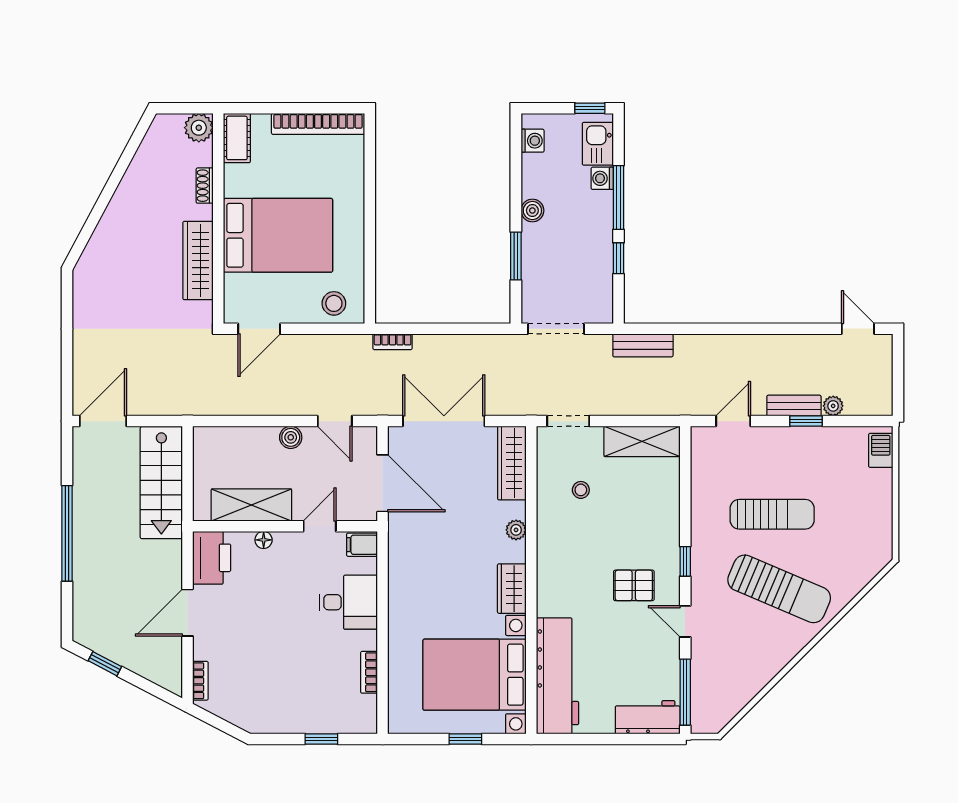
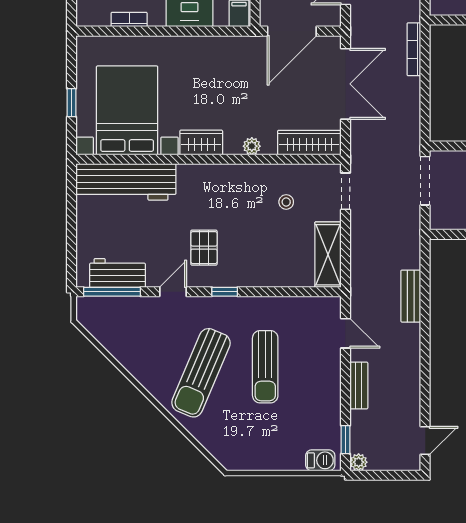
bookcase: (393, 342) -> (414, 49), width x1.56
bench: (643, 345) -> (411, 296), moved
plant: (833, 406) -> (359, 462), moved
window: (806, 421) -> (346, 440), moved
workbench: (648, 717) -> (118, 273), moved, turned -90

